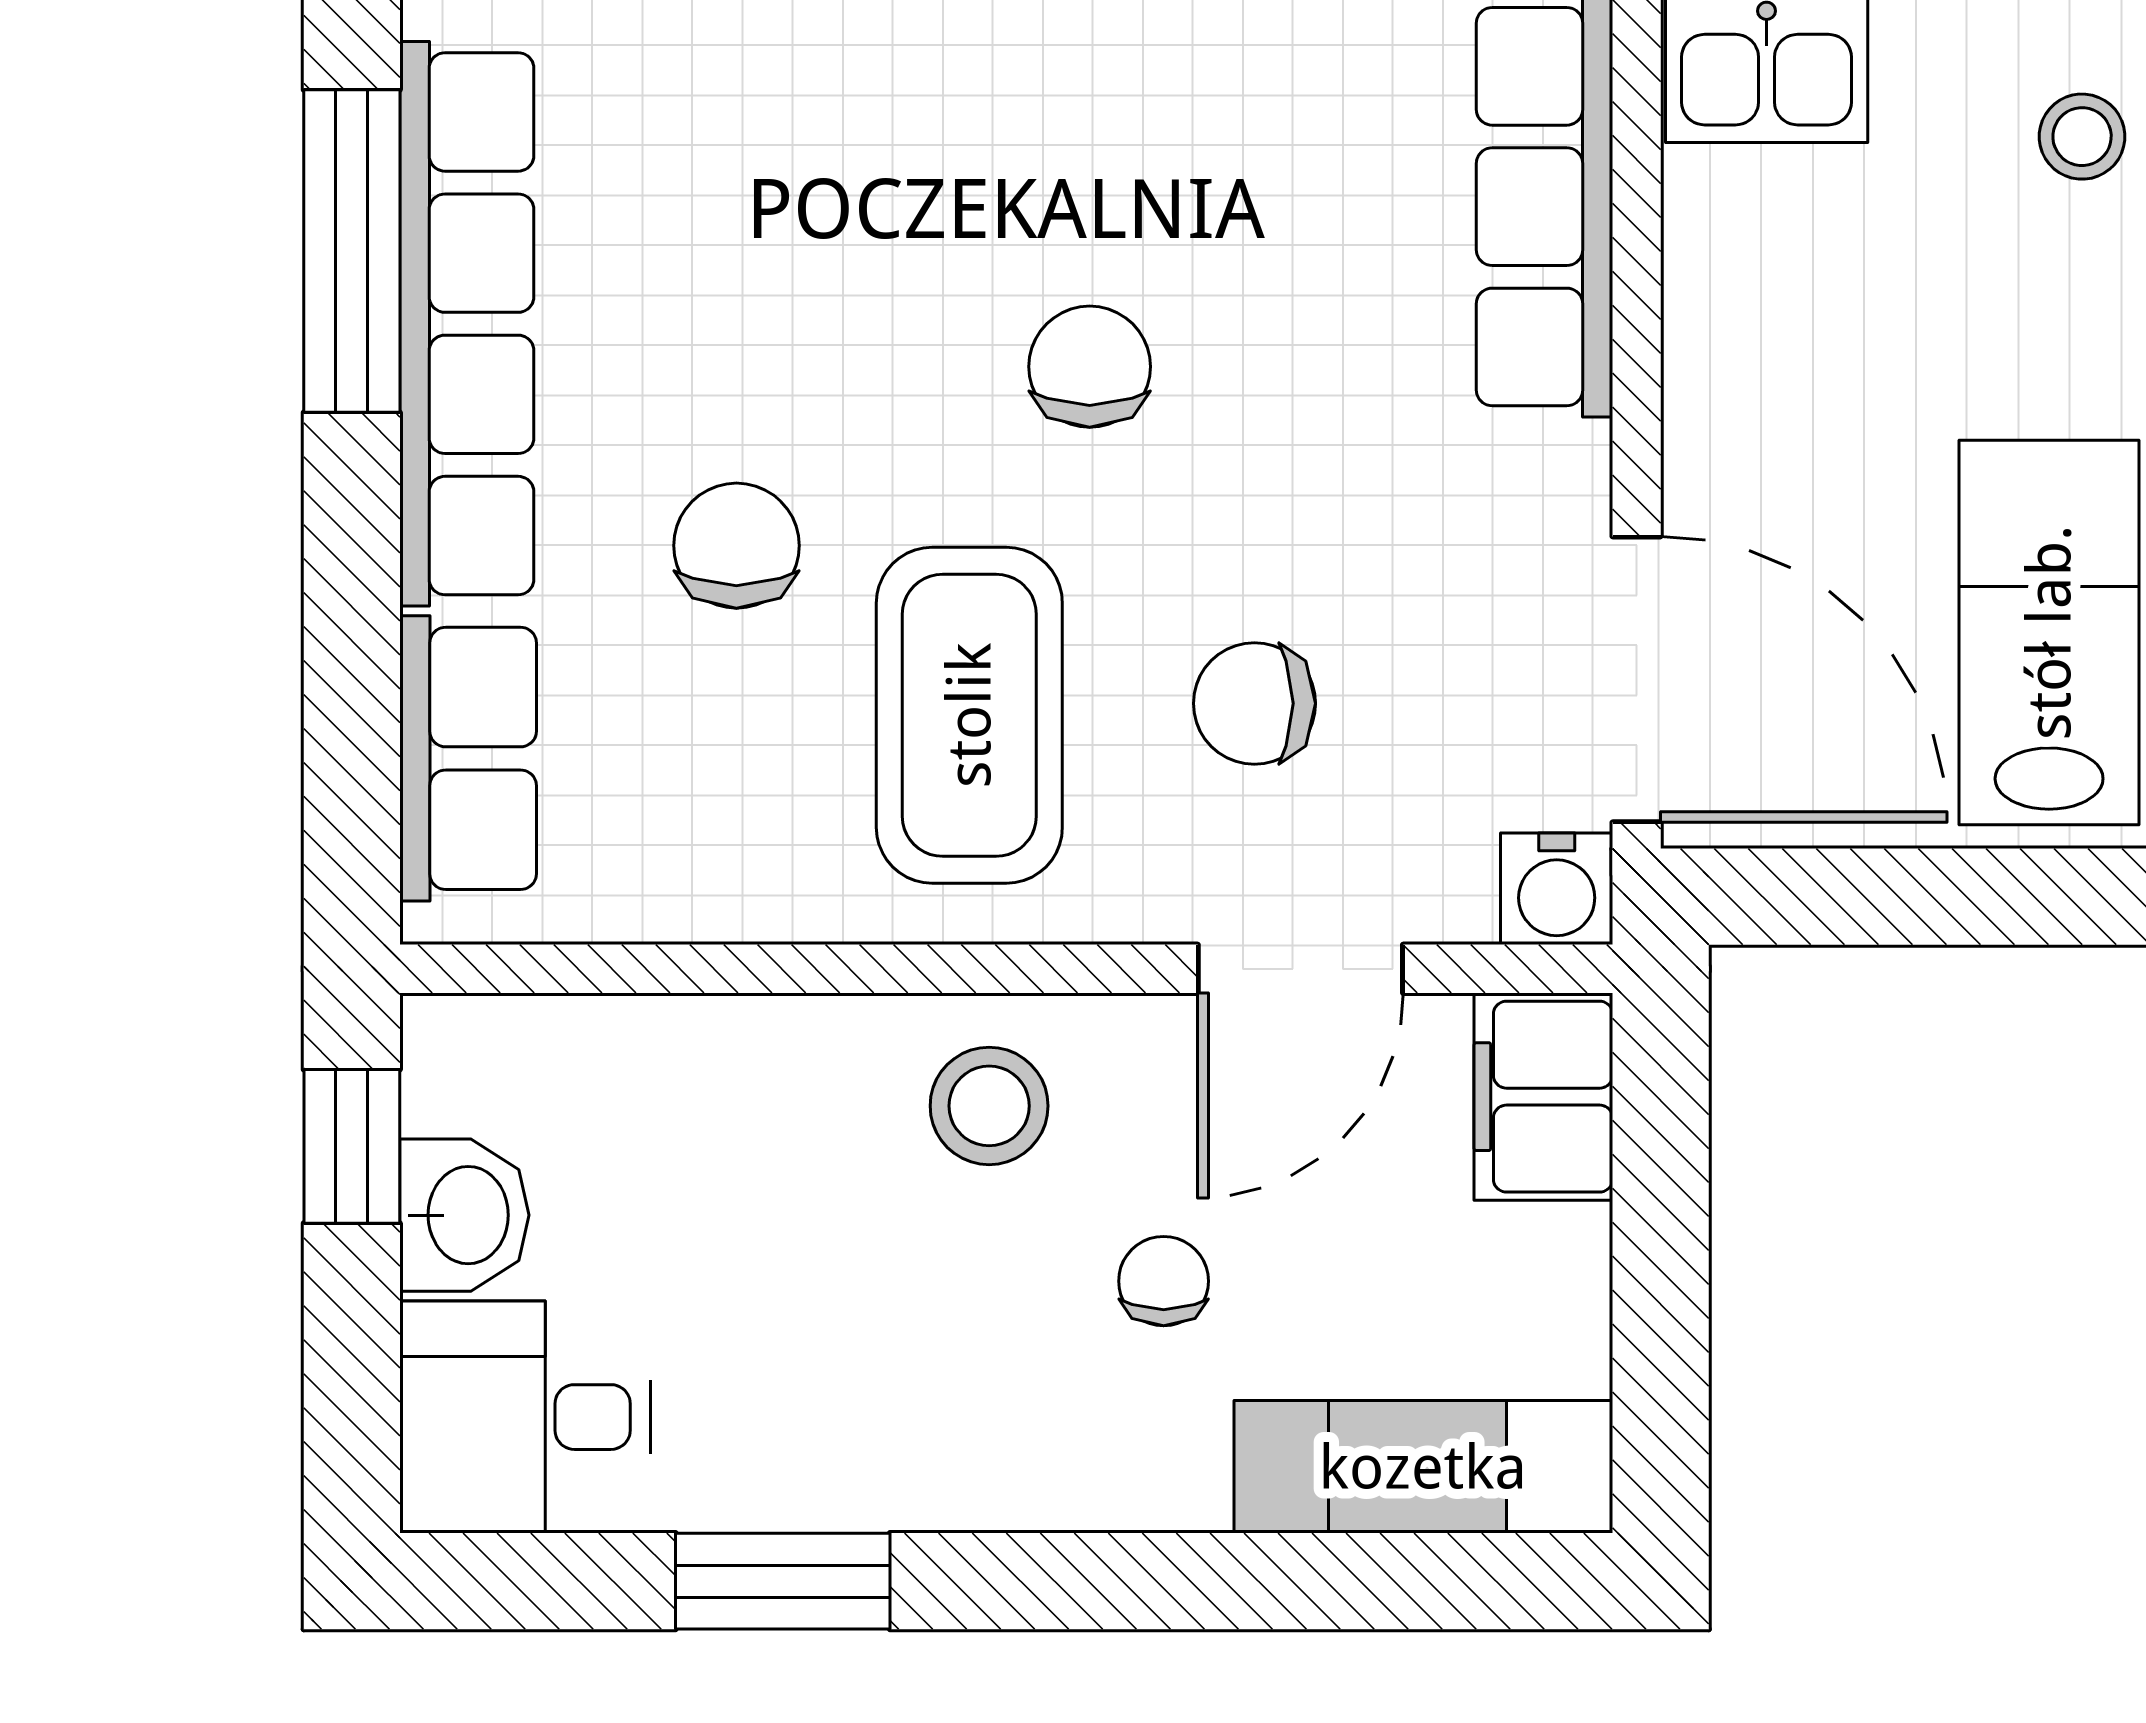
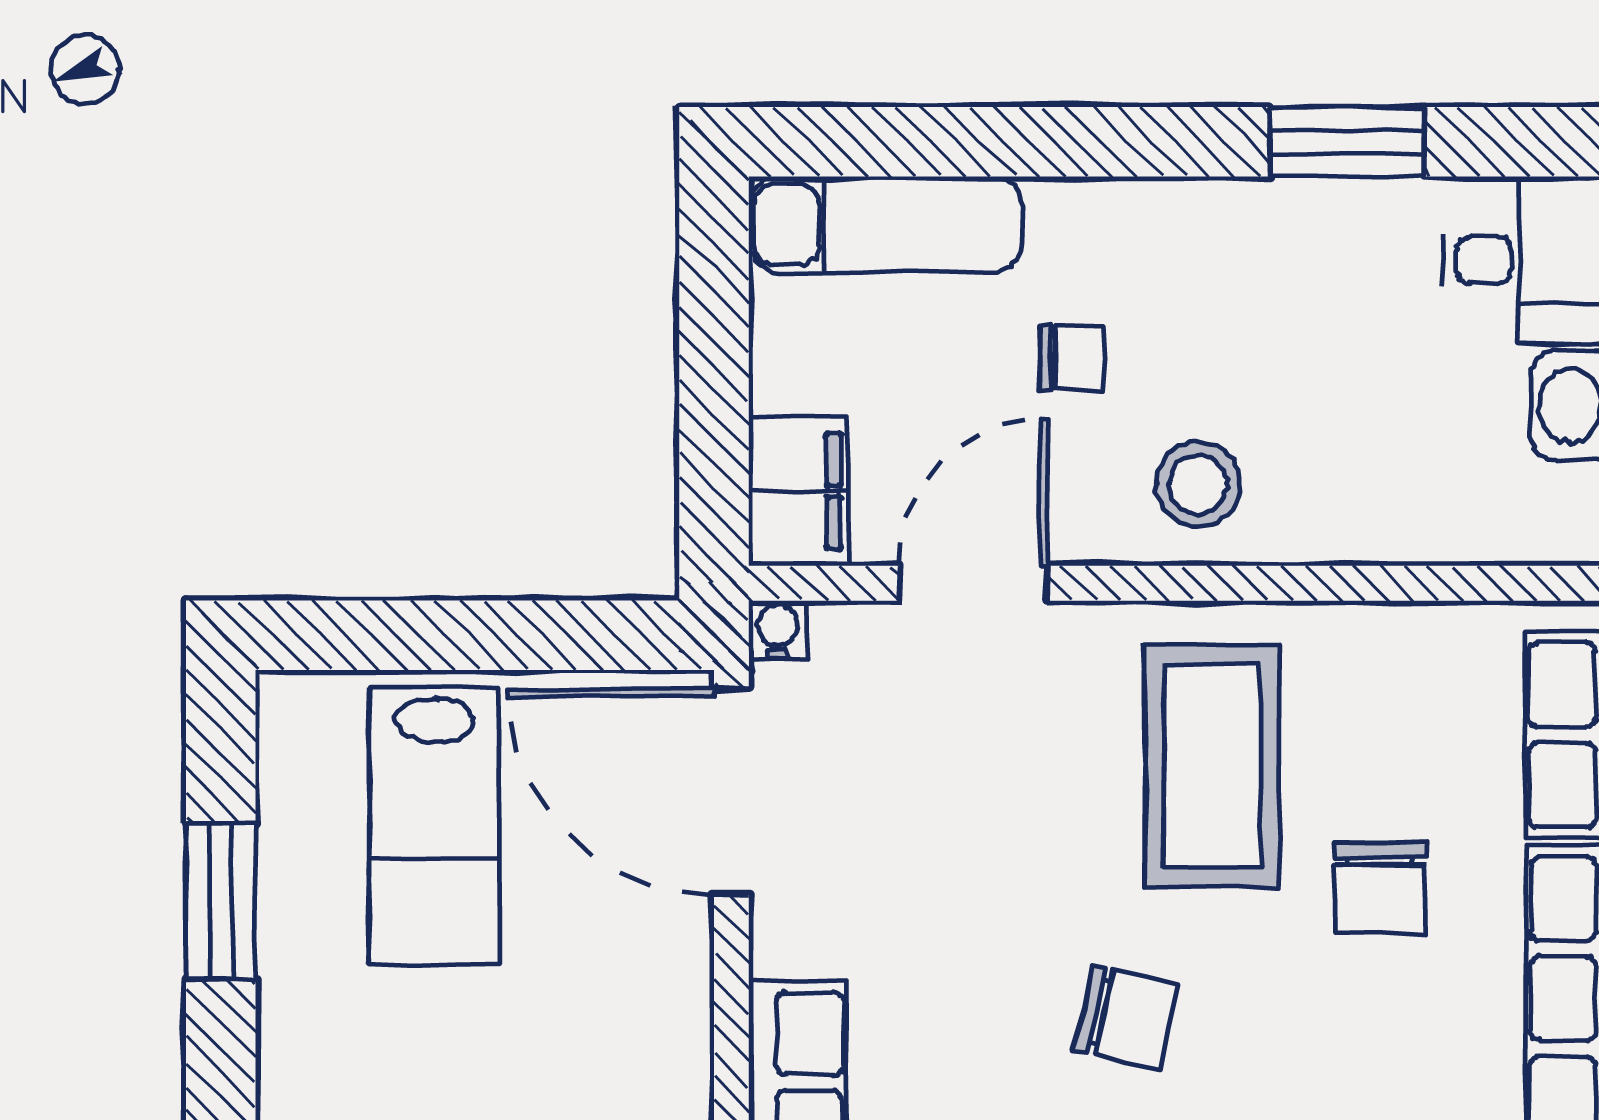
chair: (1090, 367) -> (1126, 1017), turned -77
chair: (1254, 703) -> (1007, 774), removed
water cooler: (1557, 889) -> (778, 630), width x0.72, depth x0.72
chair: (1164, 1281) -> (1072, 358), turned -90

